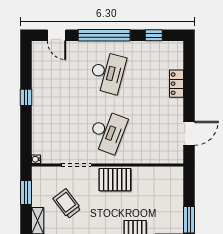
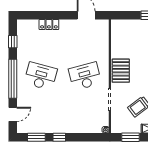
window: (26, 67) -> (36, 137), added
desk: (107, 132) -> (85, 76), turned -36

